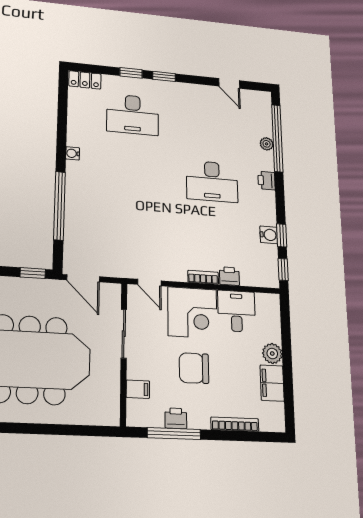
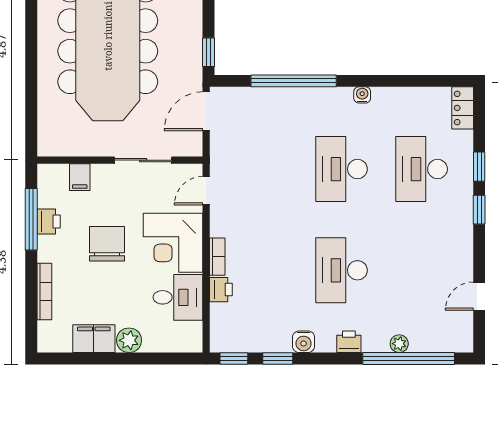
desk: (132, 174) -> (342, 169), added
water cooler: (269, 235) -> (304, 342), moved

